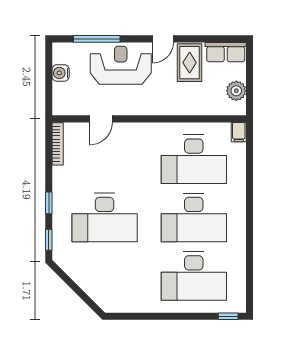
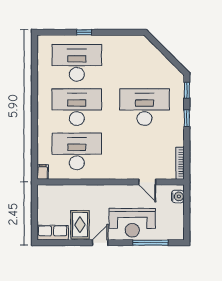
water cooler: (61, 73) -> (178, 196), moved
plant: (236, 91) -> (45, 203), removed
door: (101, 119) -> (147, 182), swing flipped
window: (228, 316) -> (84, 32), moved

